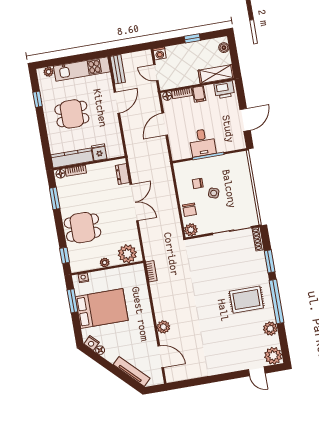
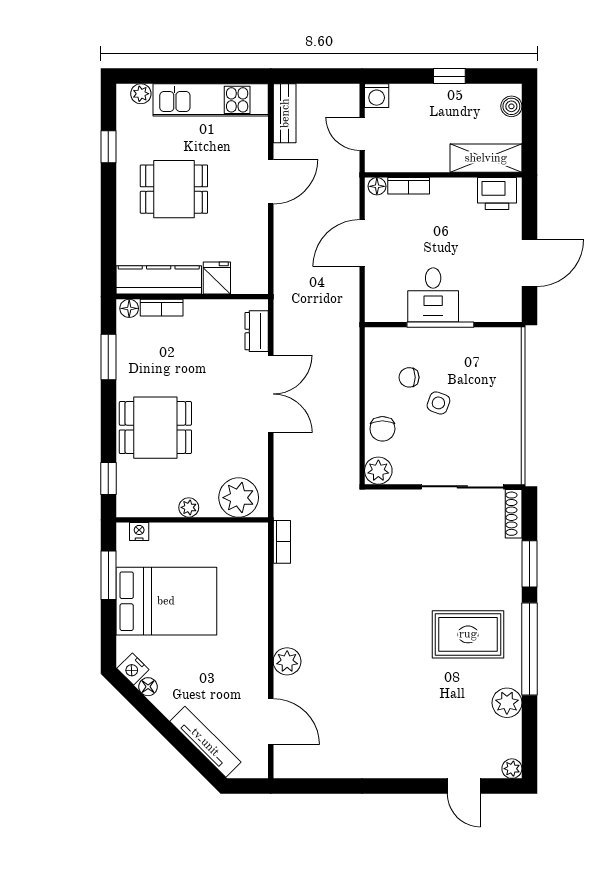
filing cabinet: (199, 94) -> (443, 193), removed
plant: (273, 356) -> (512, 769), width x0.53, depth x0.53

